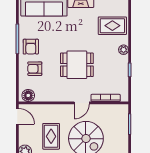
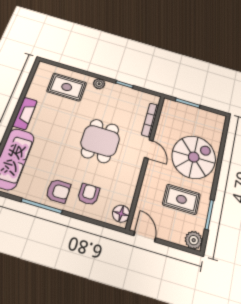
rug: (112, 26) -> (67, 87), turned 90
armchair: (35, 69) -> (89, 194), turned 180
door: (17, 116) -> (145, 237), hinge flipped

